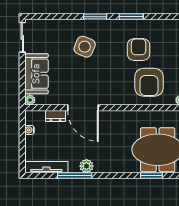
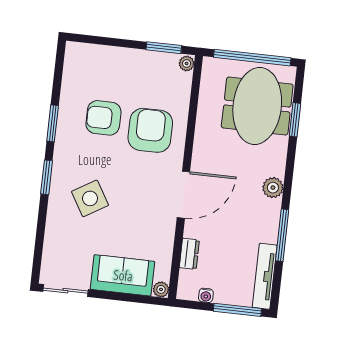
side table: (85, 47) -> (90, 198), turned 36
armchair: (149, 82) -> (150, 130), moved, turned -90
door: (83, 108) -> (183, 195), moved
window: (22, 152) -> (237, 310), added
plant: (86, 166) -> (273, 188), moved

